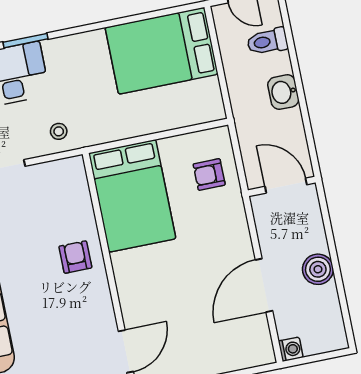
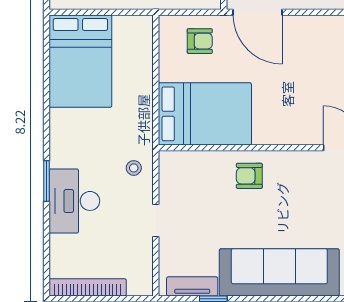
armchair: (209, 174) -> (200, 41), turned -90
door: (264, 285) -> (257, 12), moved

